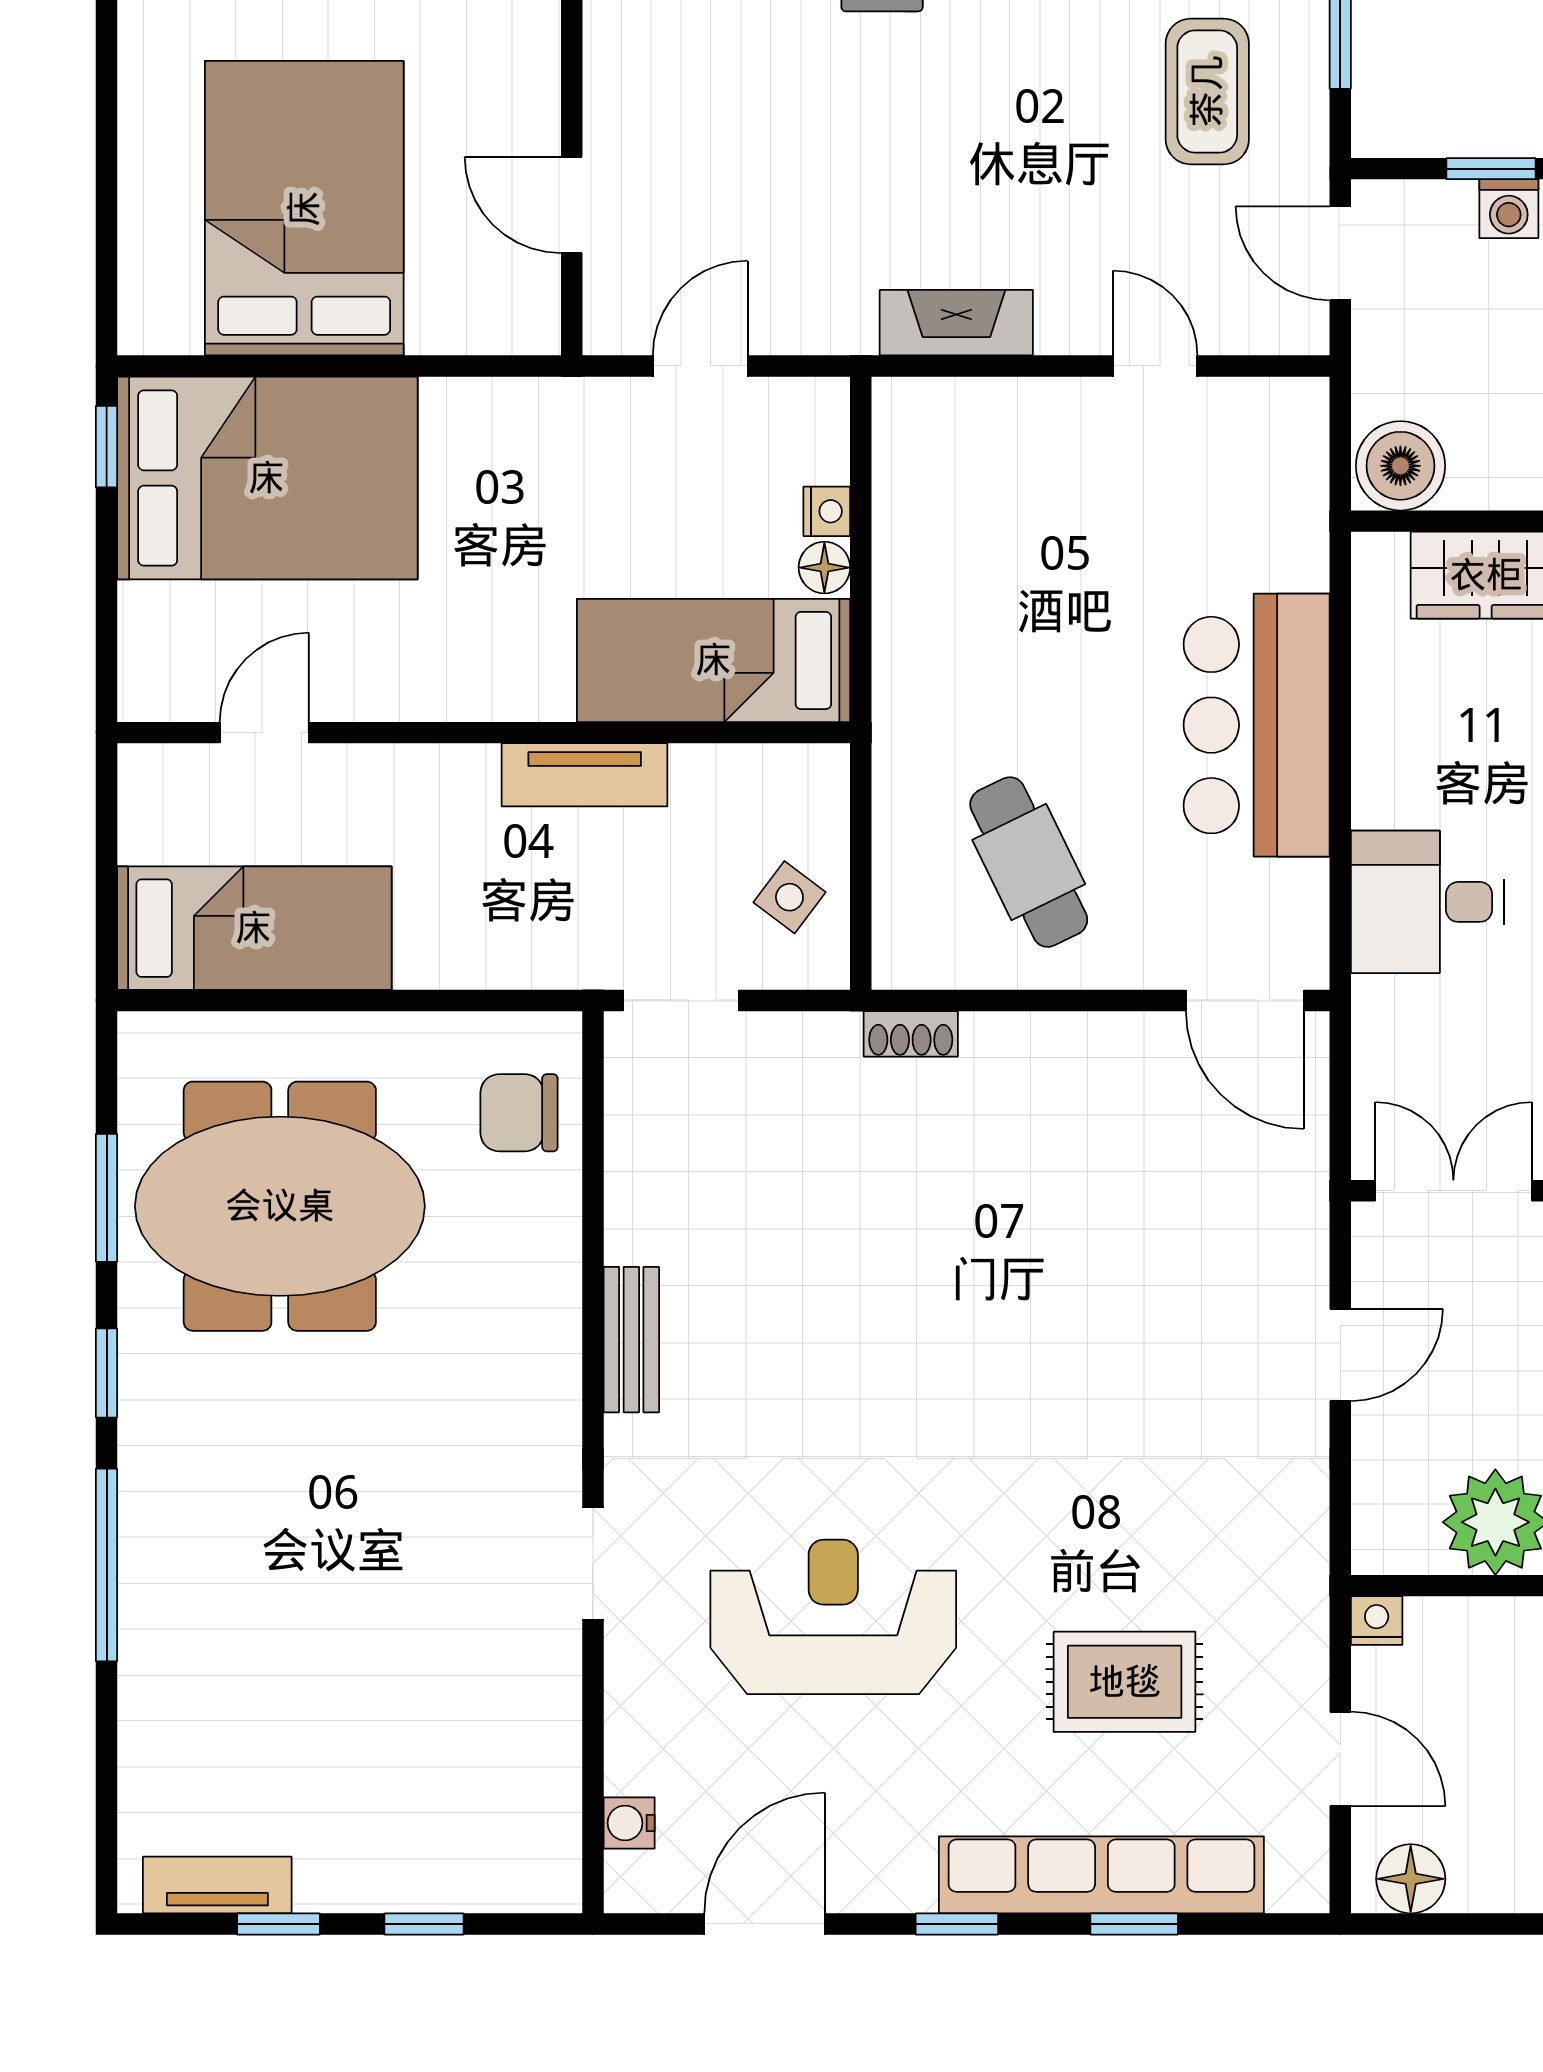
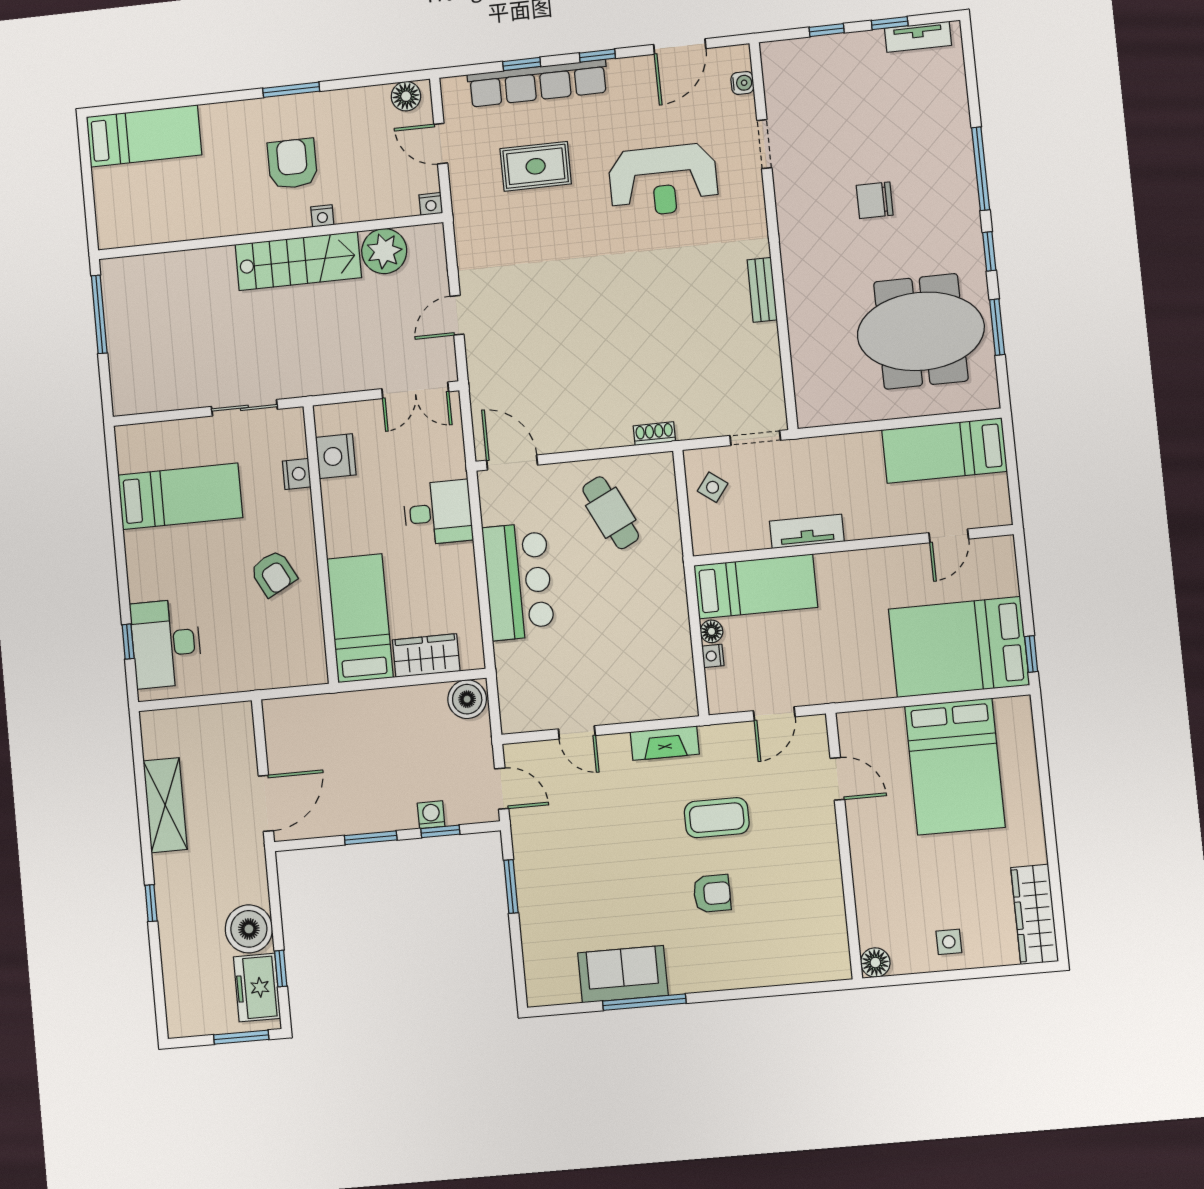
coffee table: (1207, 91) -> (717, 818), moved, turned 90
chair: (519, 1113) -> (875, 200), moved, turned 180
doorway: (593, 1563) -> (764, 144), moved

